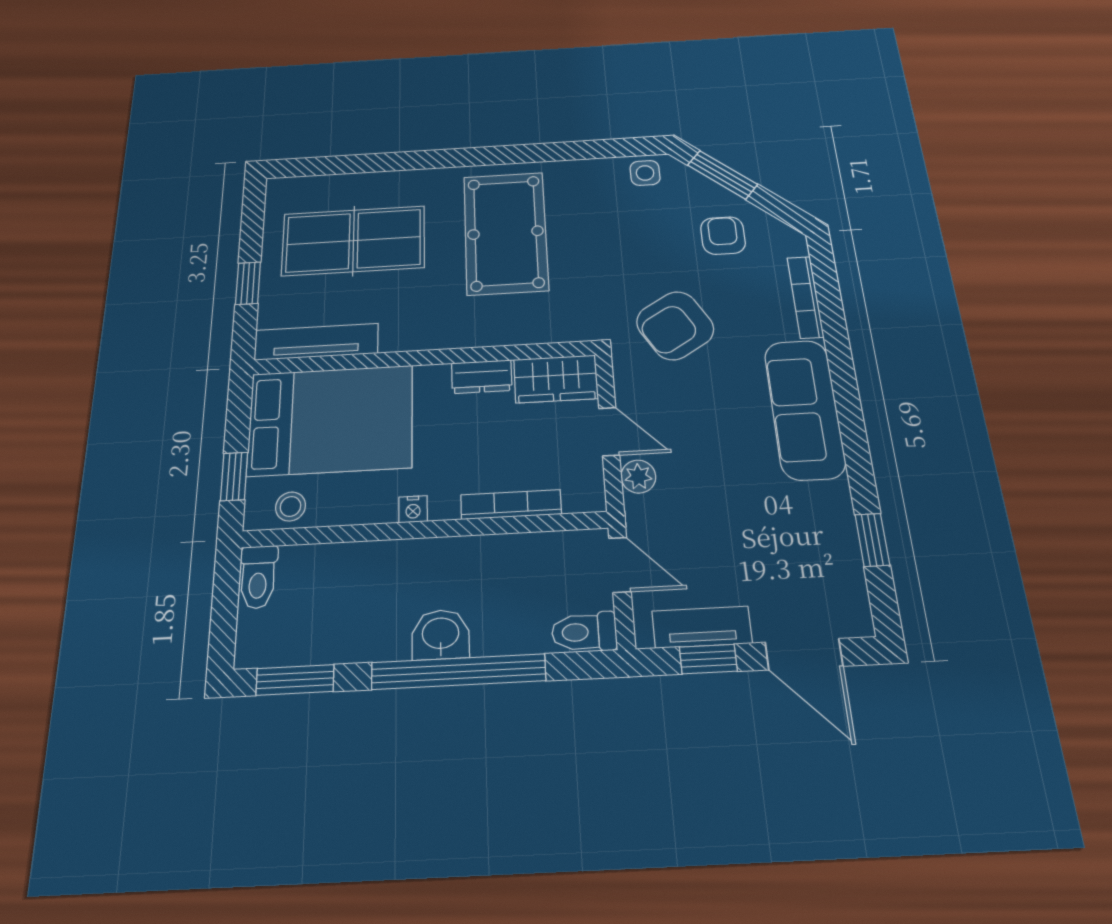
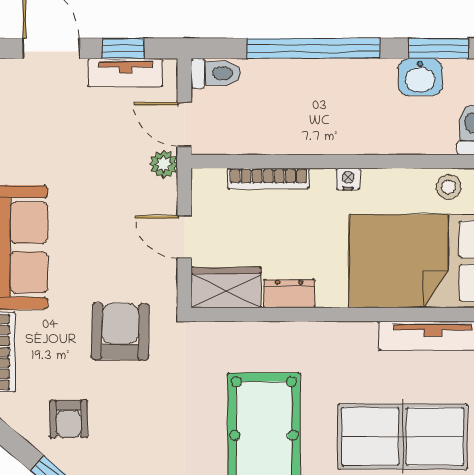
armchair: (675, 326) -> (120, 332), turned -58
plant: (638, 477) -> (164, 164), moved
washbasin: (441, 635) -> (420, 77), moved

